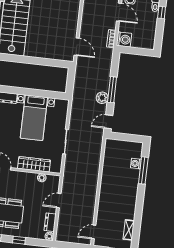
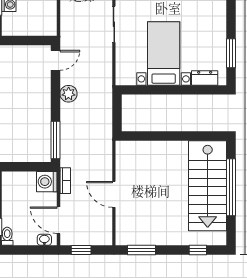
door: (77, 47) -> (114, 194), moved
window: (112, 90) -> (55, 140), moved

